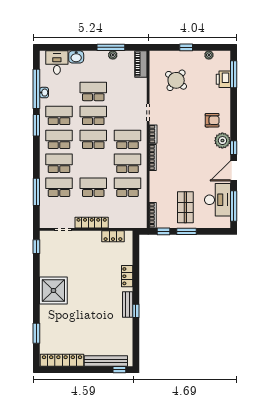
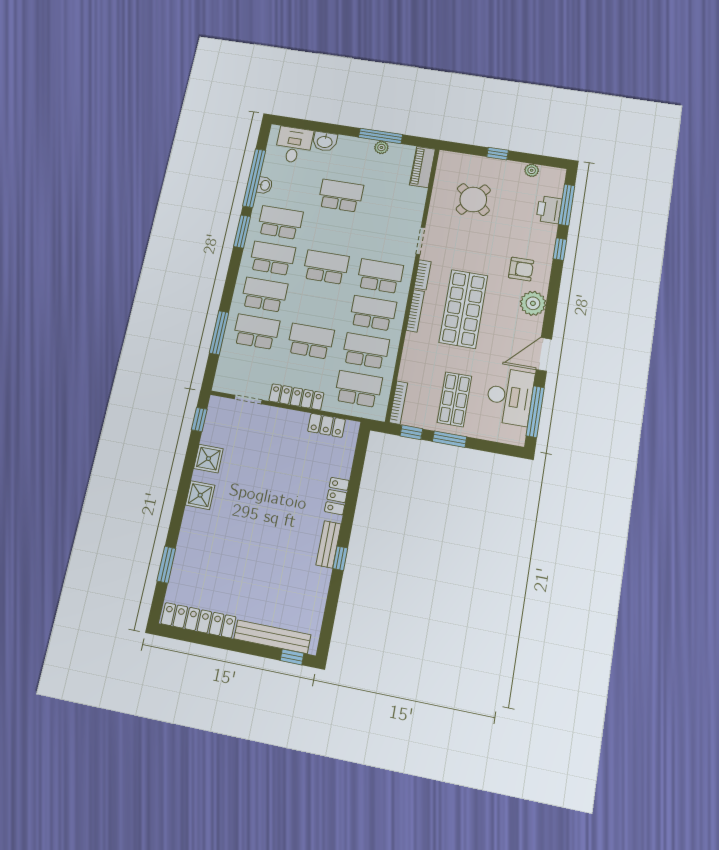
school desk: (93, 115) -> (358, 389), moved
window: (234, 148) -> (560, 249), moved
shop shelf: (182, 151) -> (464, 309), added
shower: (47, 268) -> (208, 459), added
shower: (53, 291) -> (200, 495), width x0.54, depth x0.54

